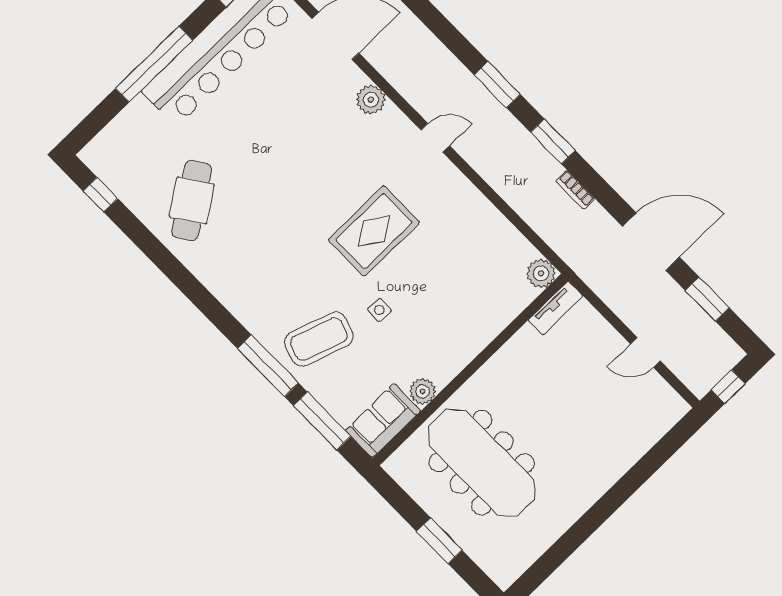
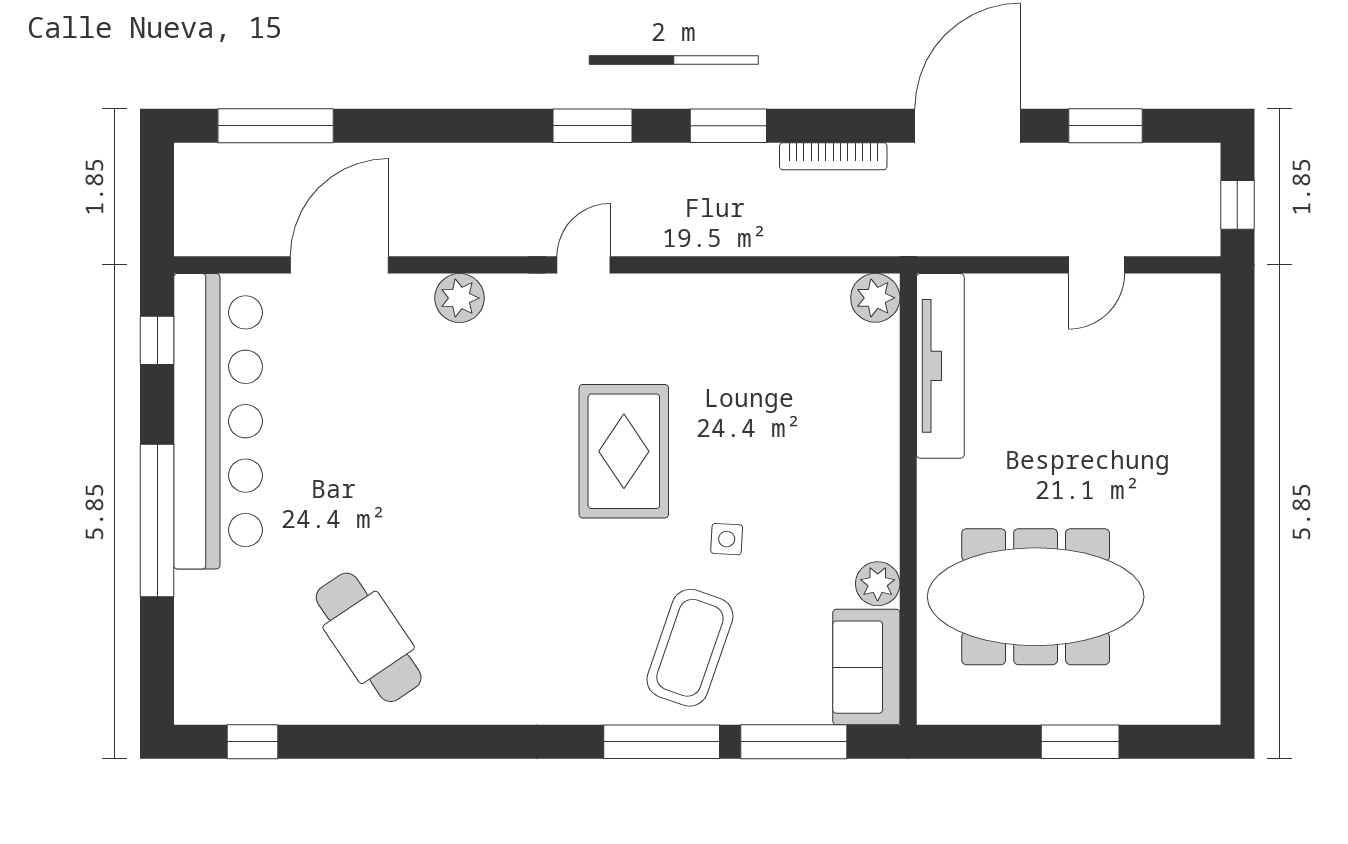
bookcase: (575, 190) -> (833, 156), width x1.56
tv unit: (556, 308) -> (940, 366), width x1.92, depth x1.29

